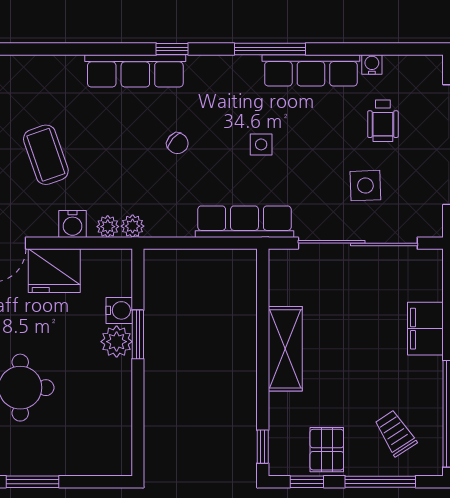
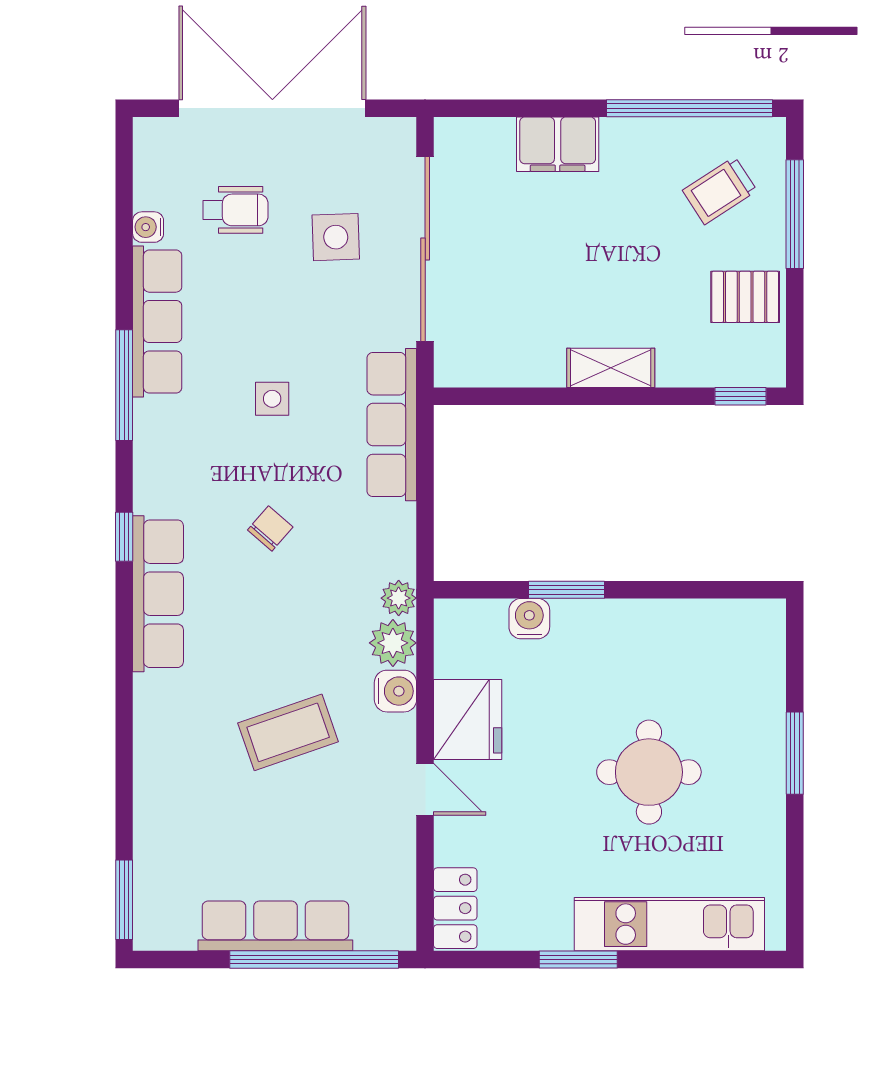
plant: (108, 227) -> (393, 643), width x1.38, depth x1.38
plant: (117, 342) -> (578, 623), removed
shelving: (285, 349) -> (611, 368), width x0.67, depth x0.75
window: (307, 482) -> (795, 328), removed

